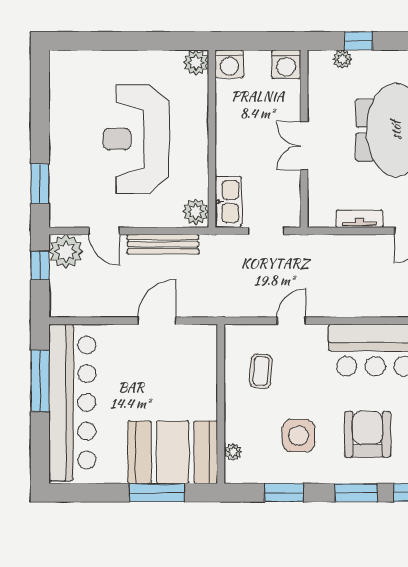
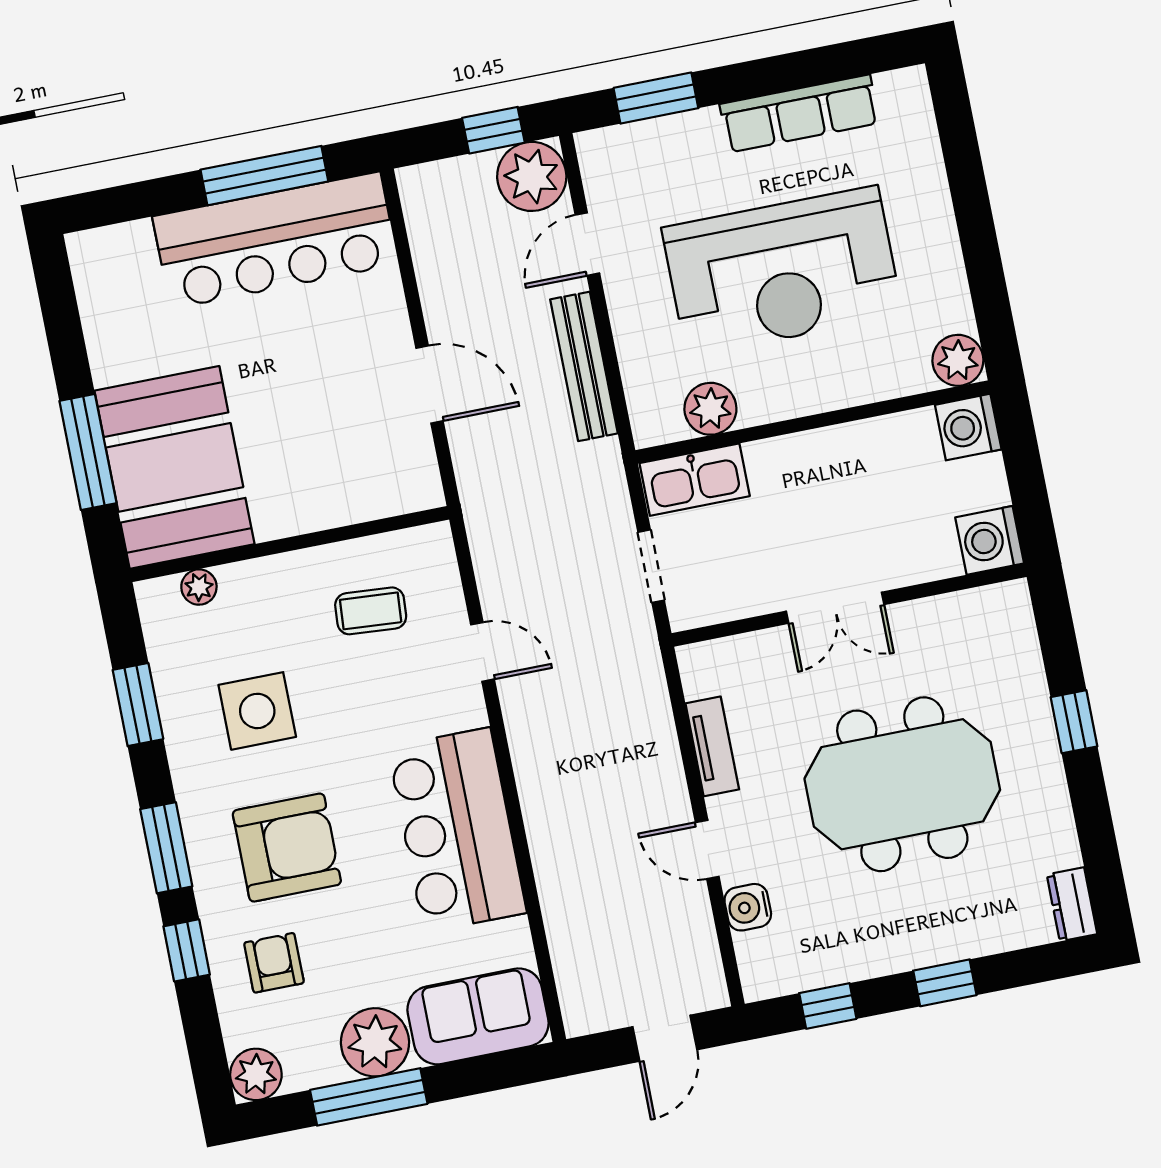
window: (358, 41) -> (1074, 722), moved
plant: (343, 59) -> (1022, 650), removed
row of seats: (61, 116) -> (799, 114), added
reception desk: (136, 139) -> (782, 271), turned 180
double door: (304, 146) -> (835, 608), swing flipped
plant: (196, 212) -> (710, 409), moved
bar counter: (72, 402) -> (275, 240), width x0.73

